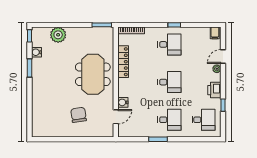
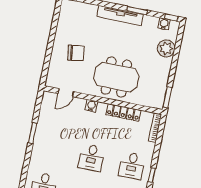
water cooler: (37, 52) -> (164, 24), moved
tv unit: (37, 82) -> (120, 15), added
water cooler: (123, 102) -> (91, 106), moved
door: (116, 117) -> (66, 93), hinge flipped
desk: (169, 120) -> (51, 149), removed

